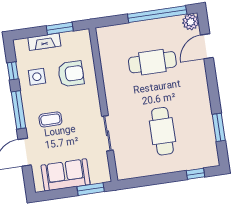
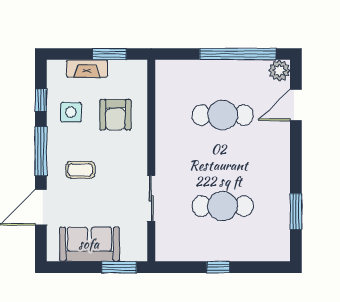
armchair: (71, 74) -> (115, 115), turned 90
cafe table: (162, 131) -> (223, 206), turned 90
window: (196, 174) -> (218, 267), moved

